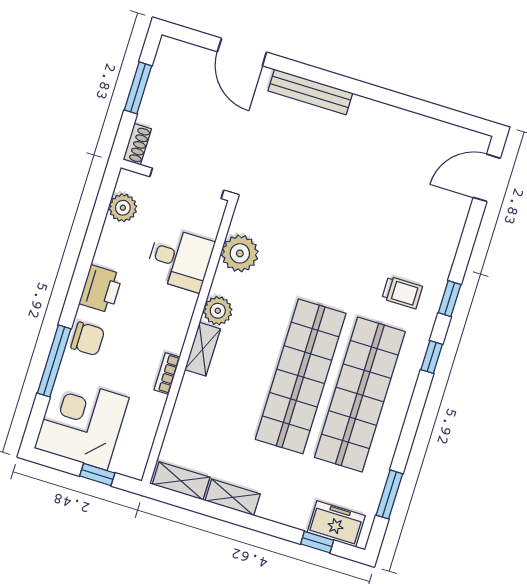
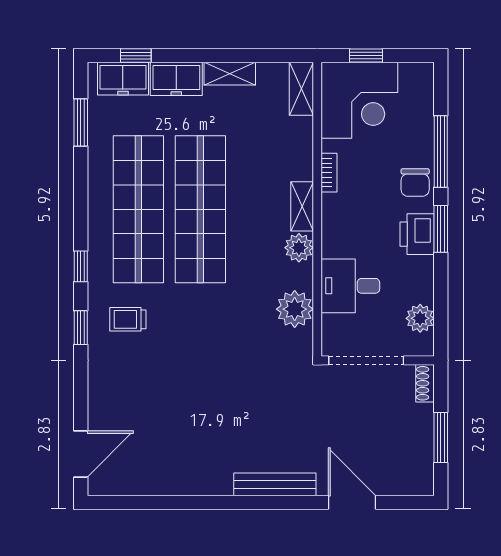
window: (77, 287) -> (441, 229), added
chair: (88, 339) -> (415, 183), turned -90
corner desk: (82, 423) -> (359, 100), moved
shelving: (181, 481) -> (301, 89), moved, turned 90
freezer: (285, 508) -> (176, 79), added

